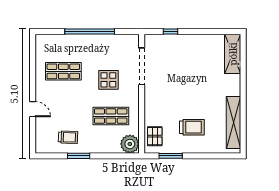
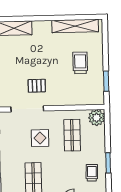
pallet: (155, 136) -> (37, 86), moved

